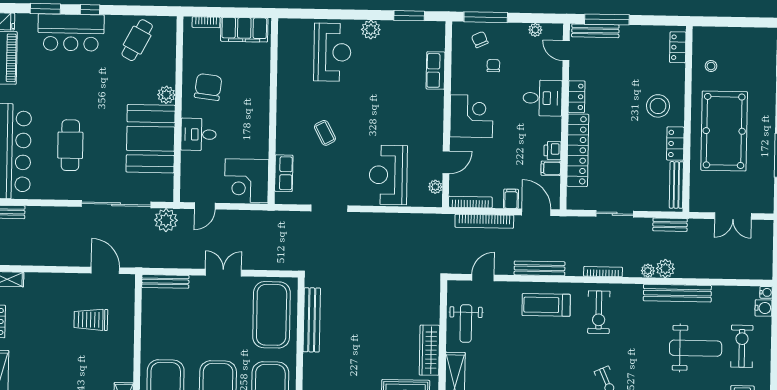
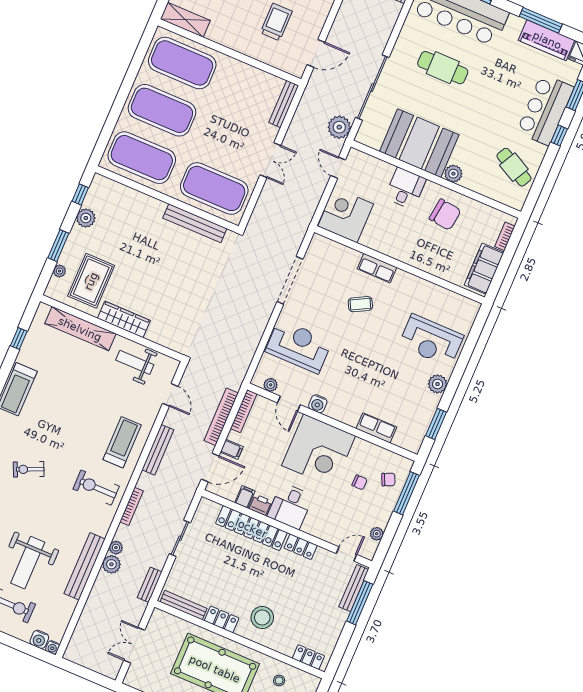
desk: (543, 98) -> (290, 506), moved
corner desk: (471, 116) -> (319, 451), width x1.36, depth x1.36
water cooler: (435, 135) -> (318, 404), added
row of seats: (284, 173) -> (377, 268), moved
doorway: (329, 208) -> (290, 280), width x1.36

